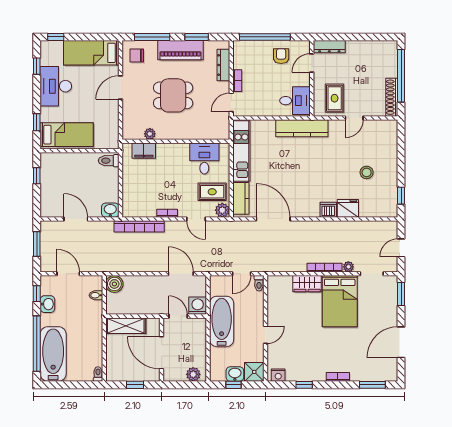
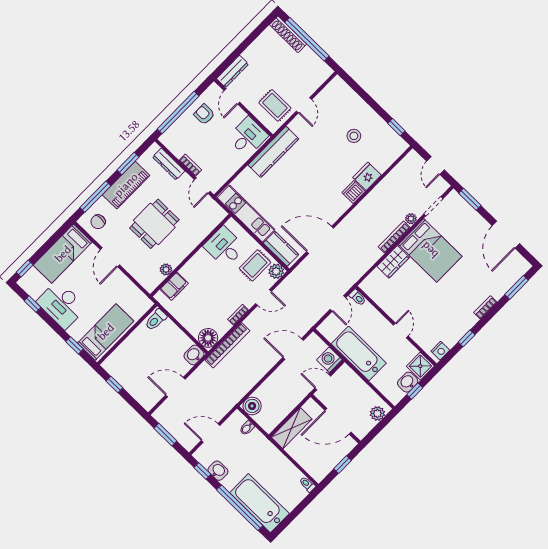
shoe rack: (392, 97) -> (288, 34), moved
floor lamp: (131, 208) -> (208, 338), added

